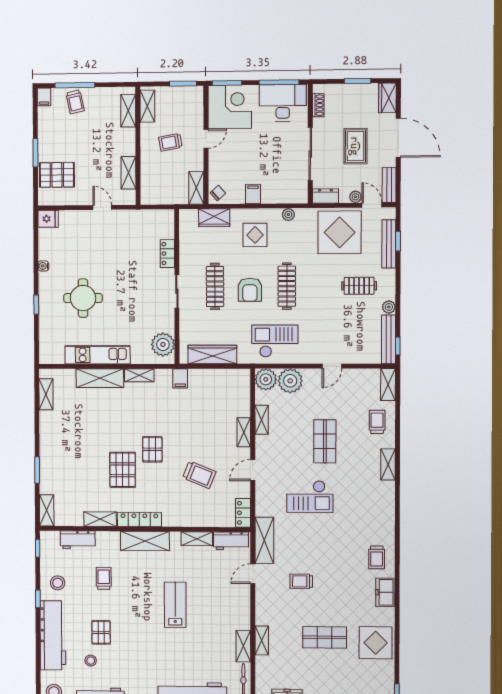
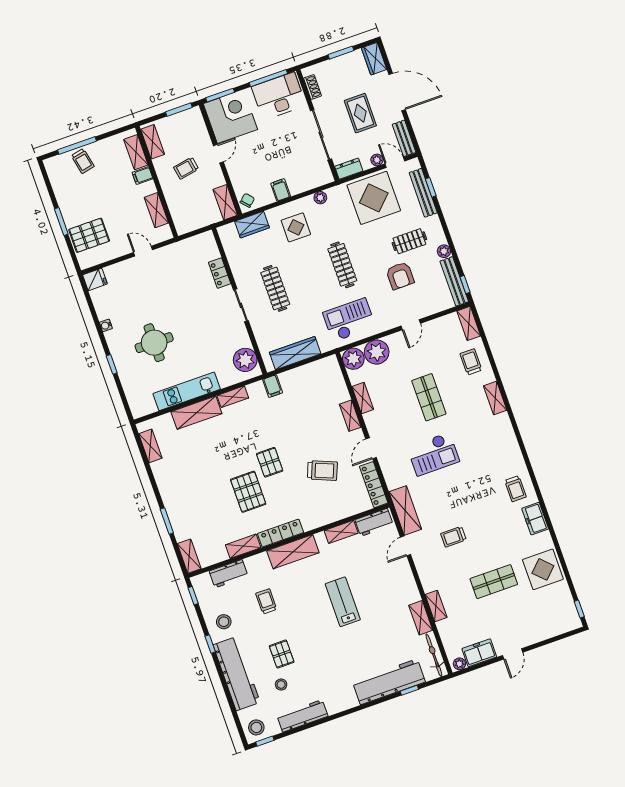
filing cabinet: (44, 97) -> (143, 176), moved, turned 90
armchair: (250, 290) -> (400, 276), moved
locker: (243, 513) -> (374, 485), width x1.53

